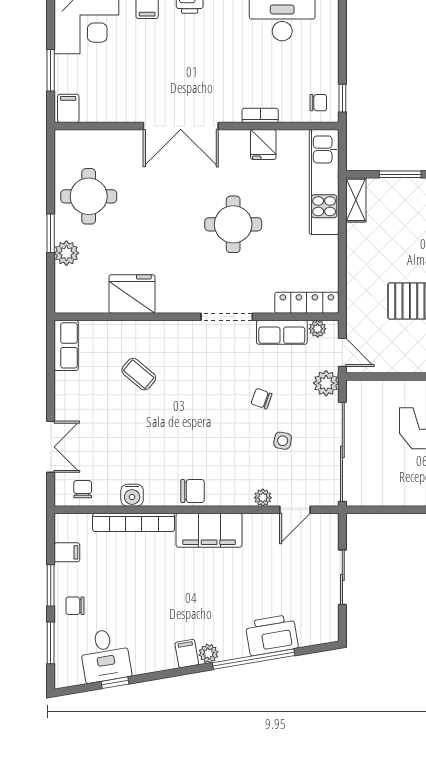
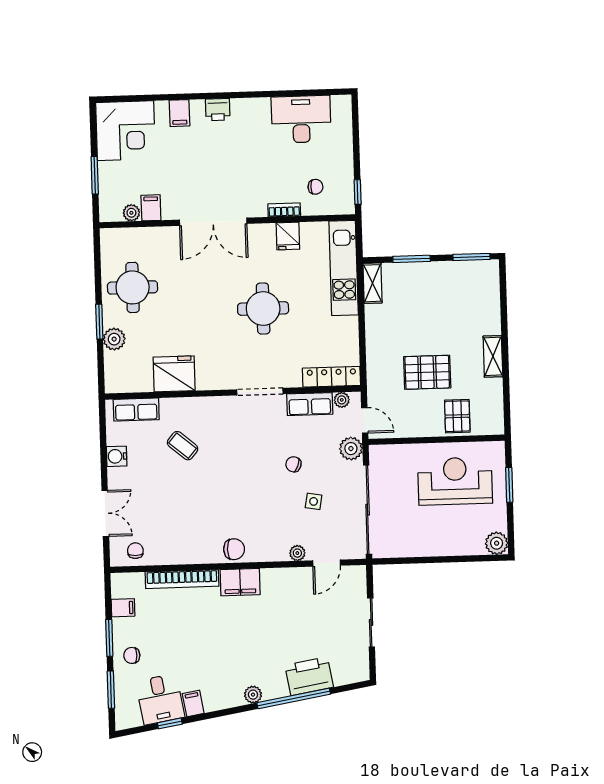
chair: (318, 103) -> (315, 187), moved
filing cabinet: (68, 108) -> (151, 208), moved
plant: (90, 113) -> (131, 213), added
row of seats: (66, 345) -> (136, 410), moved, turned 90
water cooler: (132, 495) -> (117, 456), moved, turned 90
filing cabinet: (209, 530) -> (240, 582), width x0.67, depth x0.86
filing cabinet: (187, 654) -> (193, 703), moved

